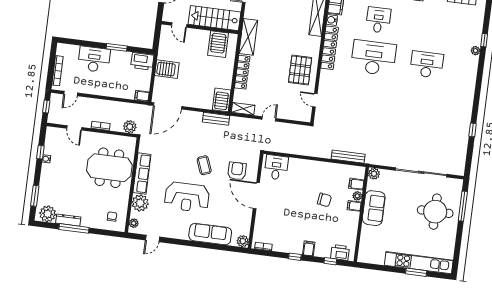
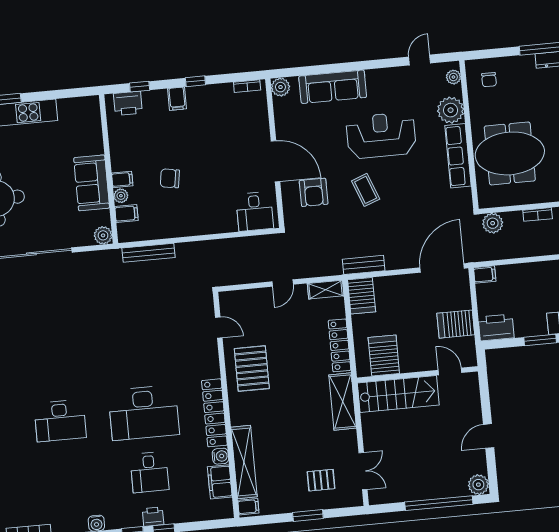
stairs: (215, 18) -> (398, 394), moved
door: (179, 25) -> (450, 371), moved
wall: (200, 28) -> (417, 374), moved
server rack: (218, 44) -> (384, 355), moved

